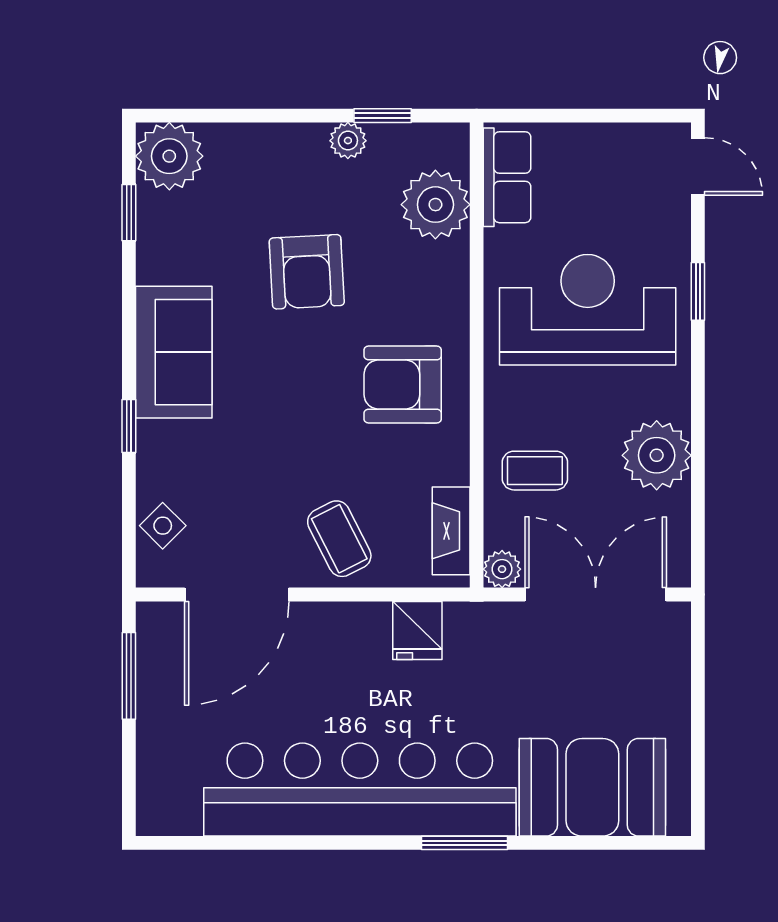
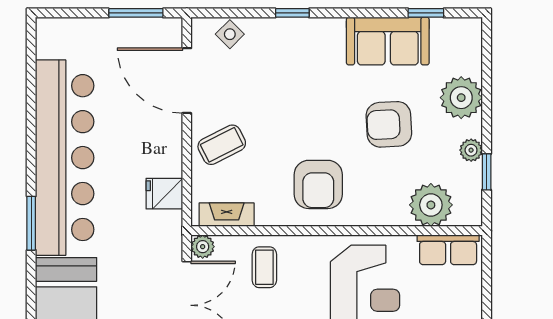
plant: (169, 156) -> (461, 98), moved
sofa: (174, 352) -> (388, 41), moved
armchair: (403, 385) -> (318, 184), turned 180

